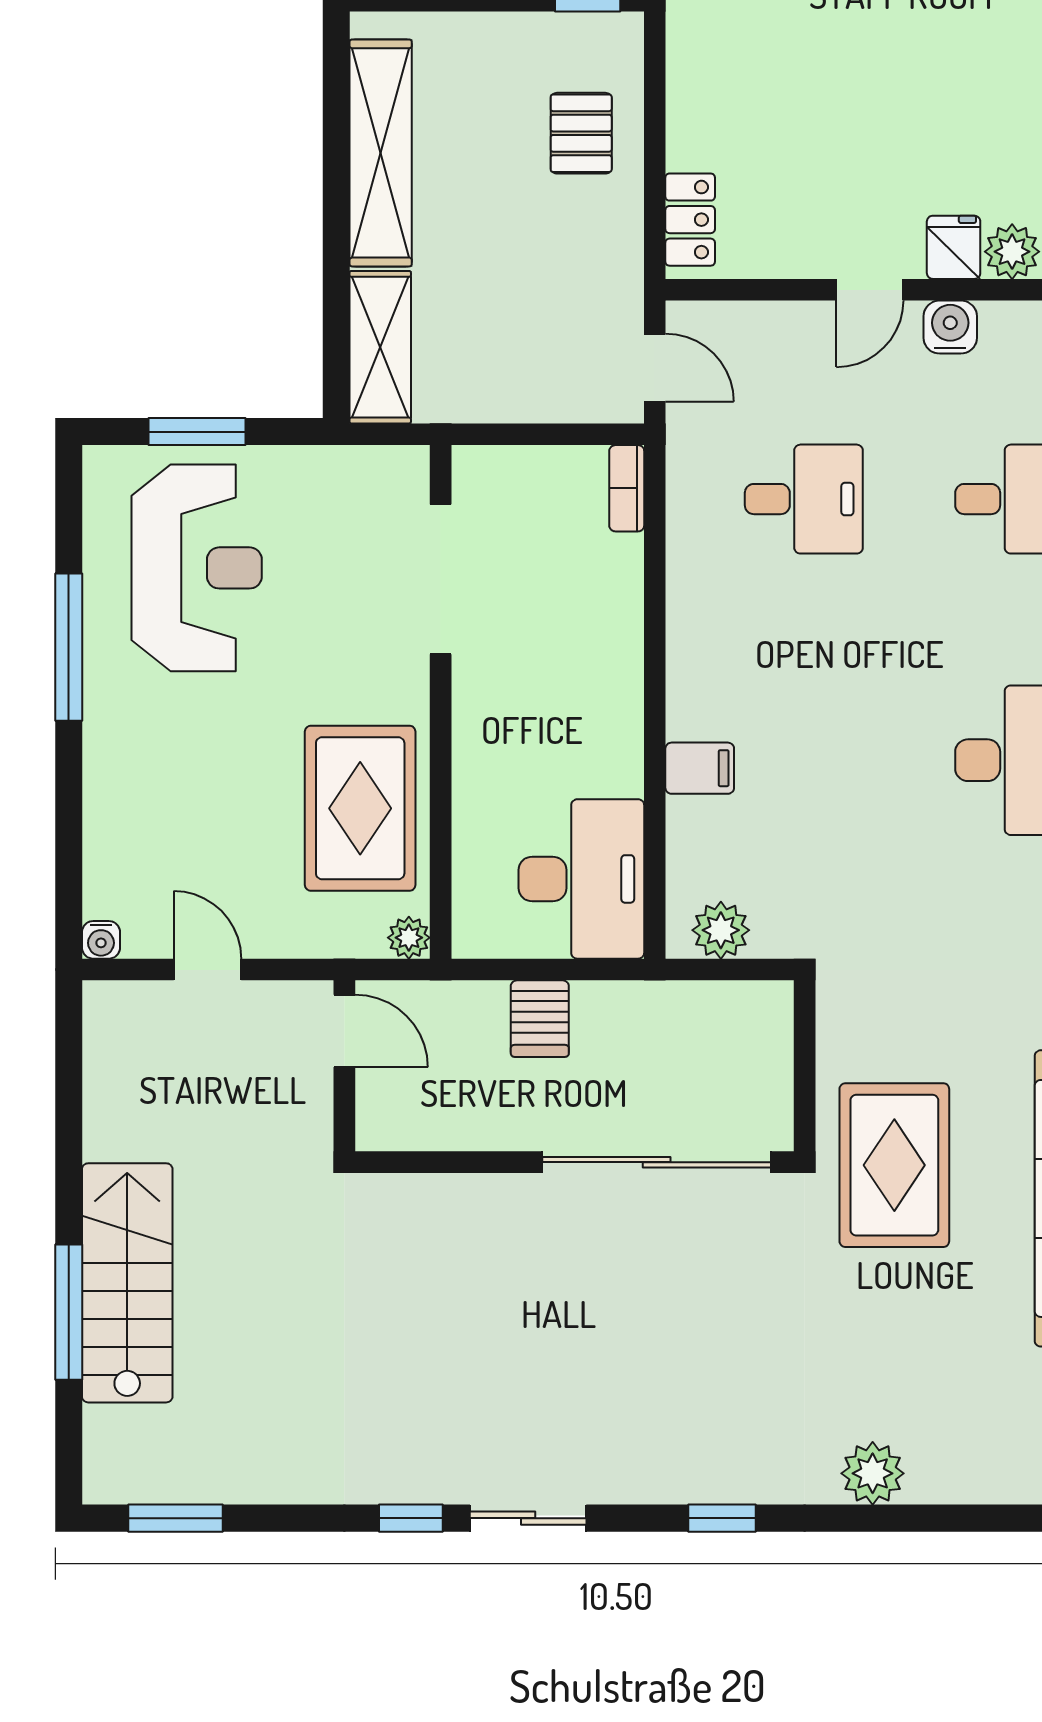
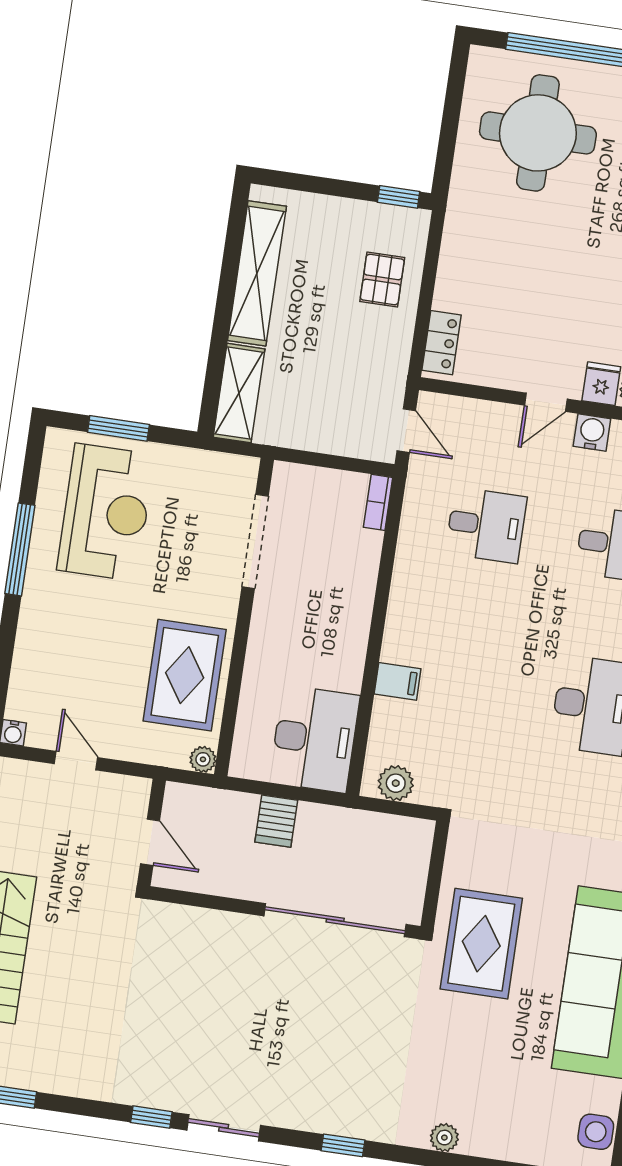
door: (344, 1031) -> (150, 842), moved
plant: (873, 1473) -> (444, 1138), width x0.73, depth x0.73

